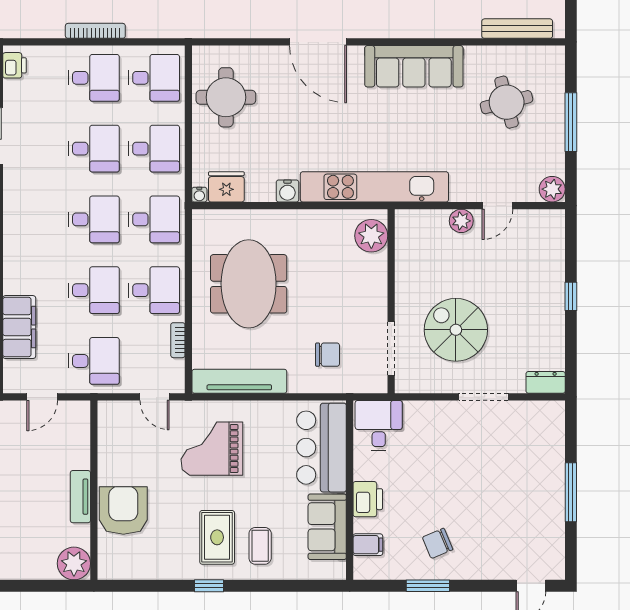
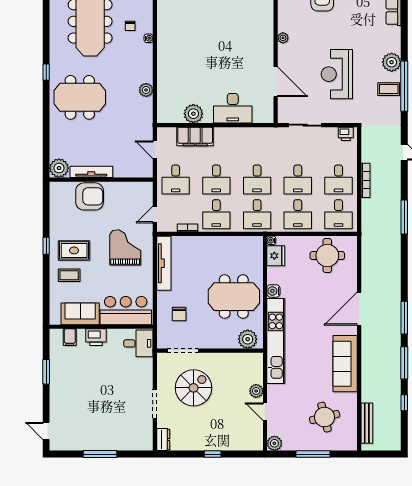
meeting table: (249, 284) -> (234, 297), moved
tv unit: (80, 497) -> (91, 172), width x1.41
chair: (438, 543) -> (71, 377), removed

